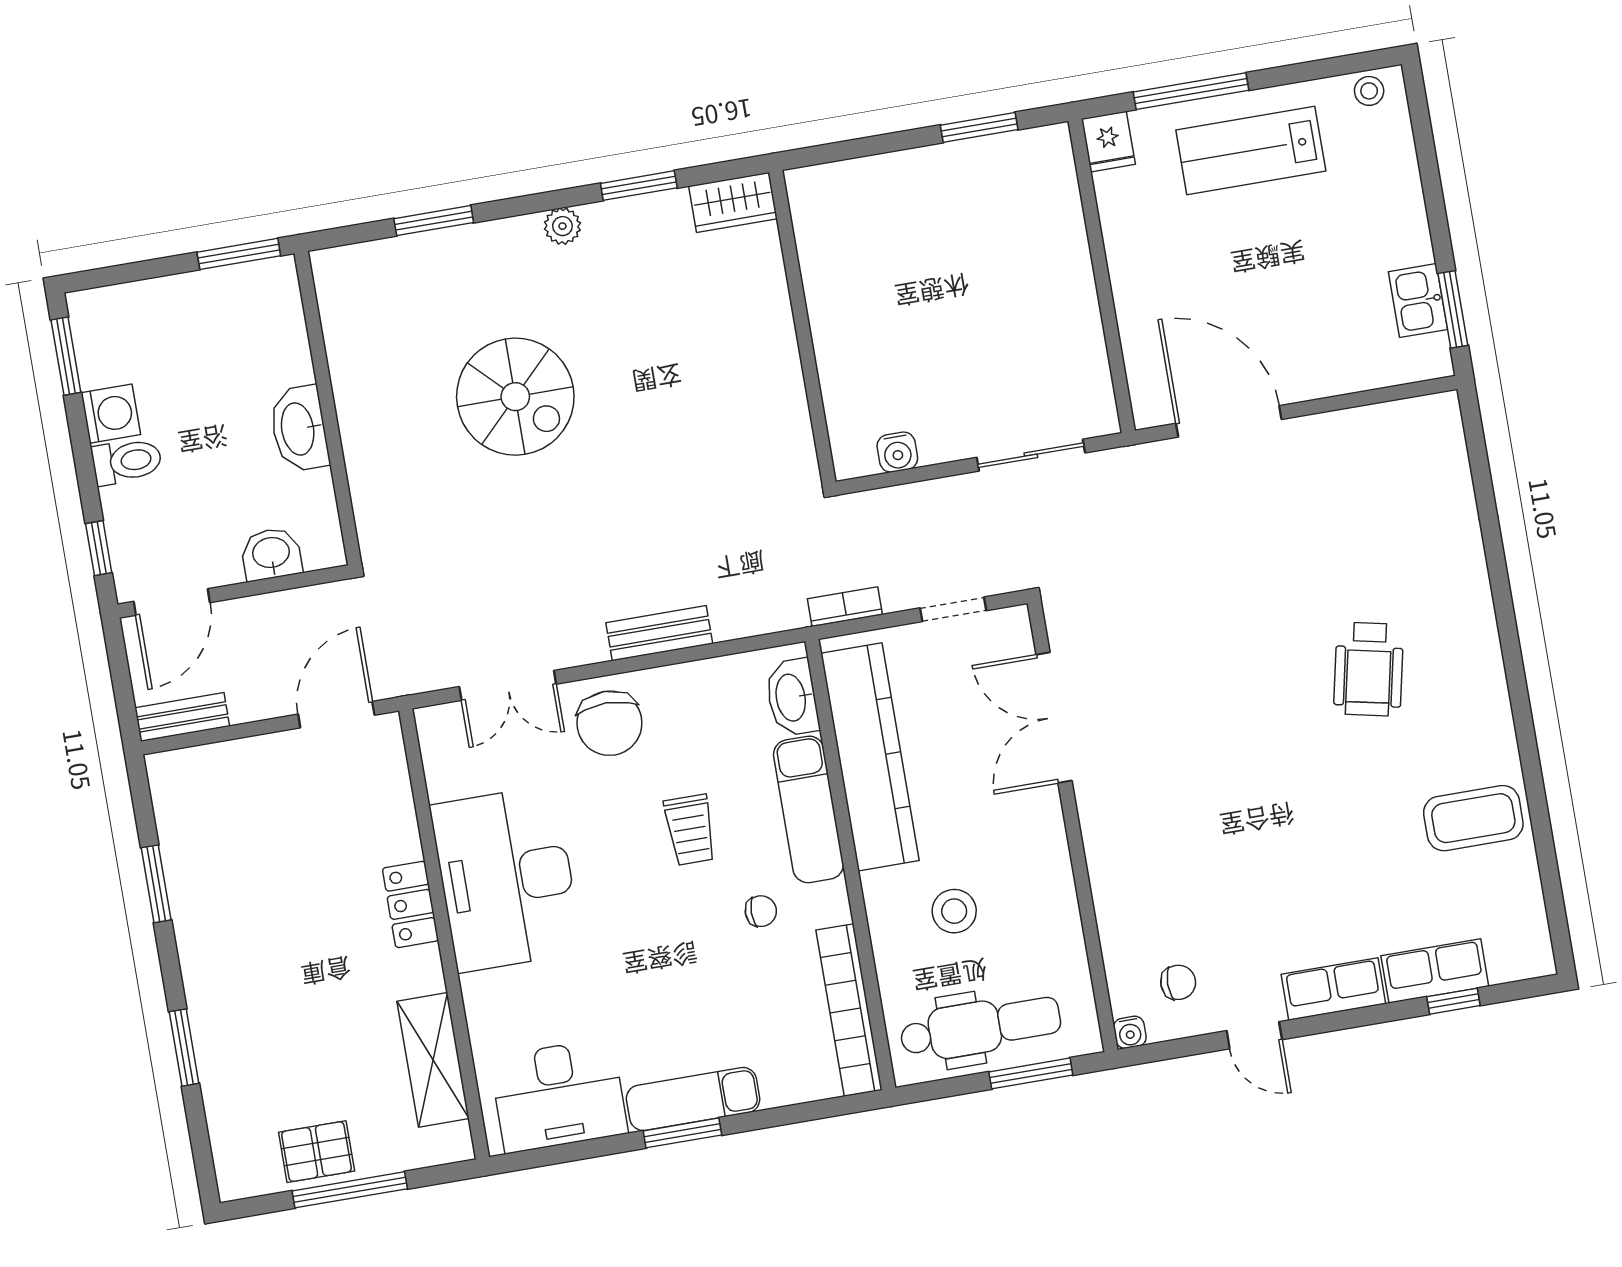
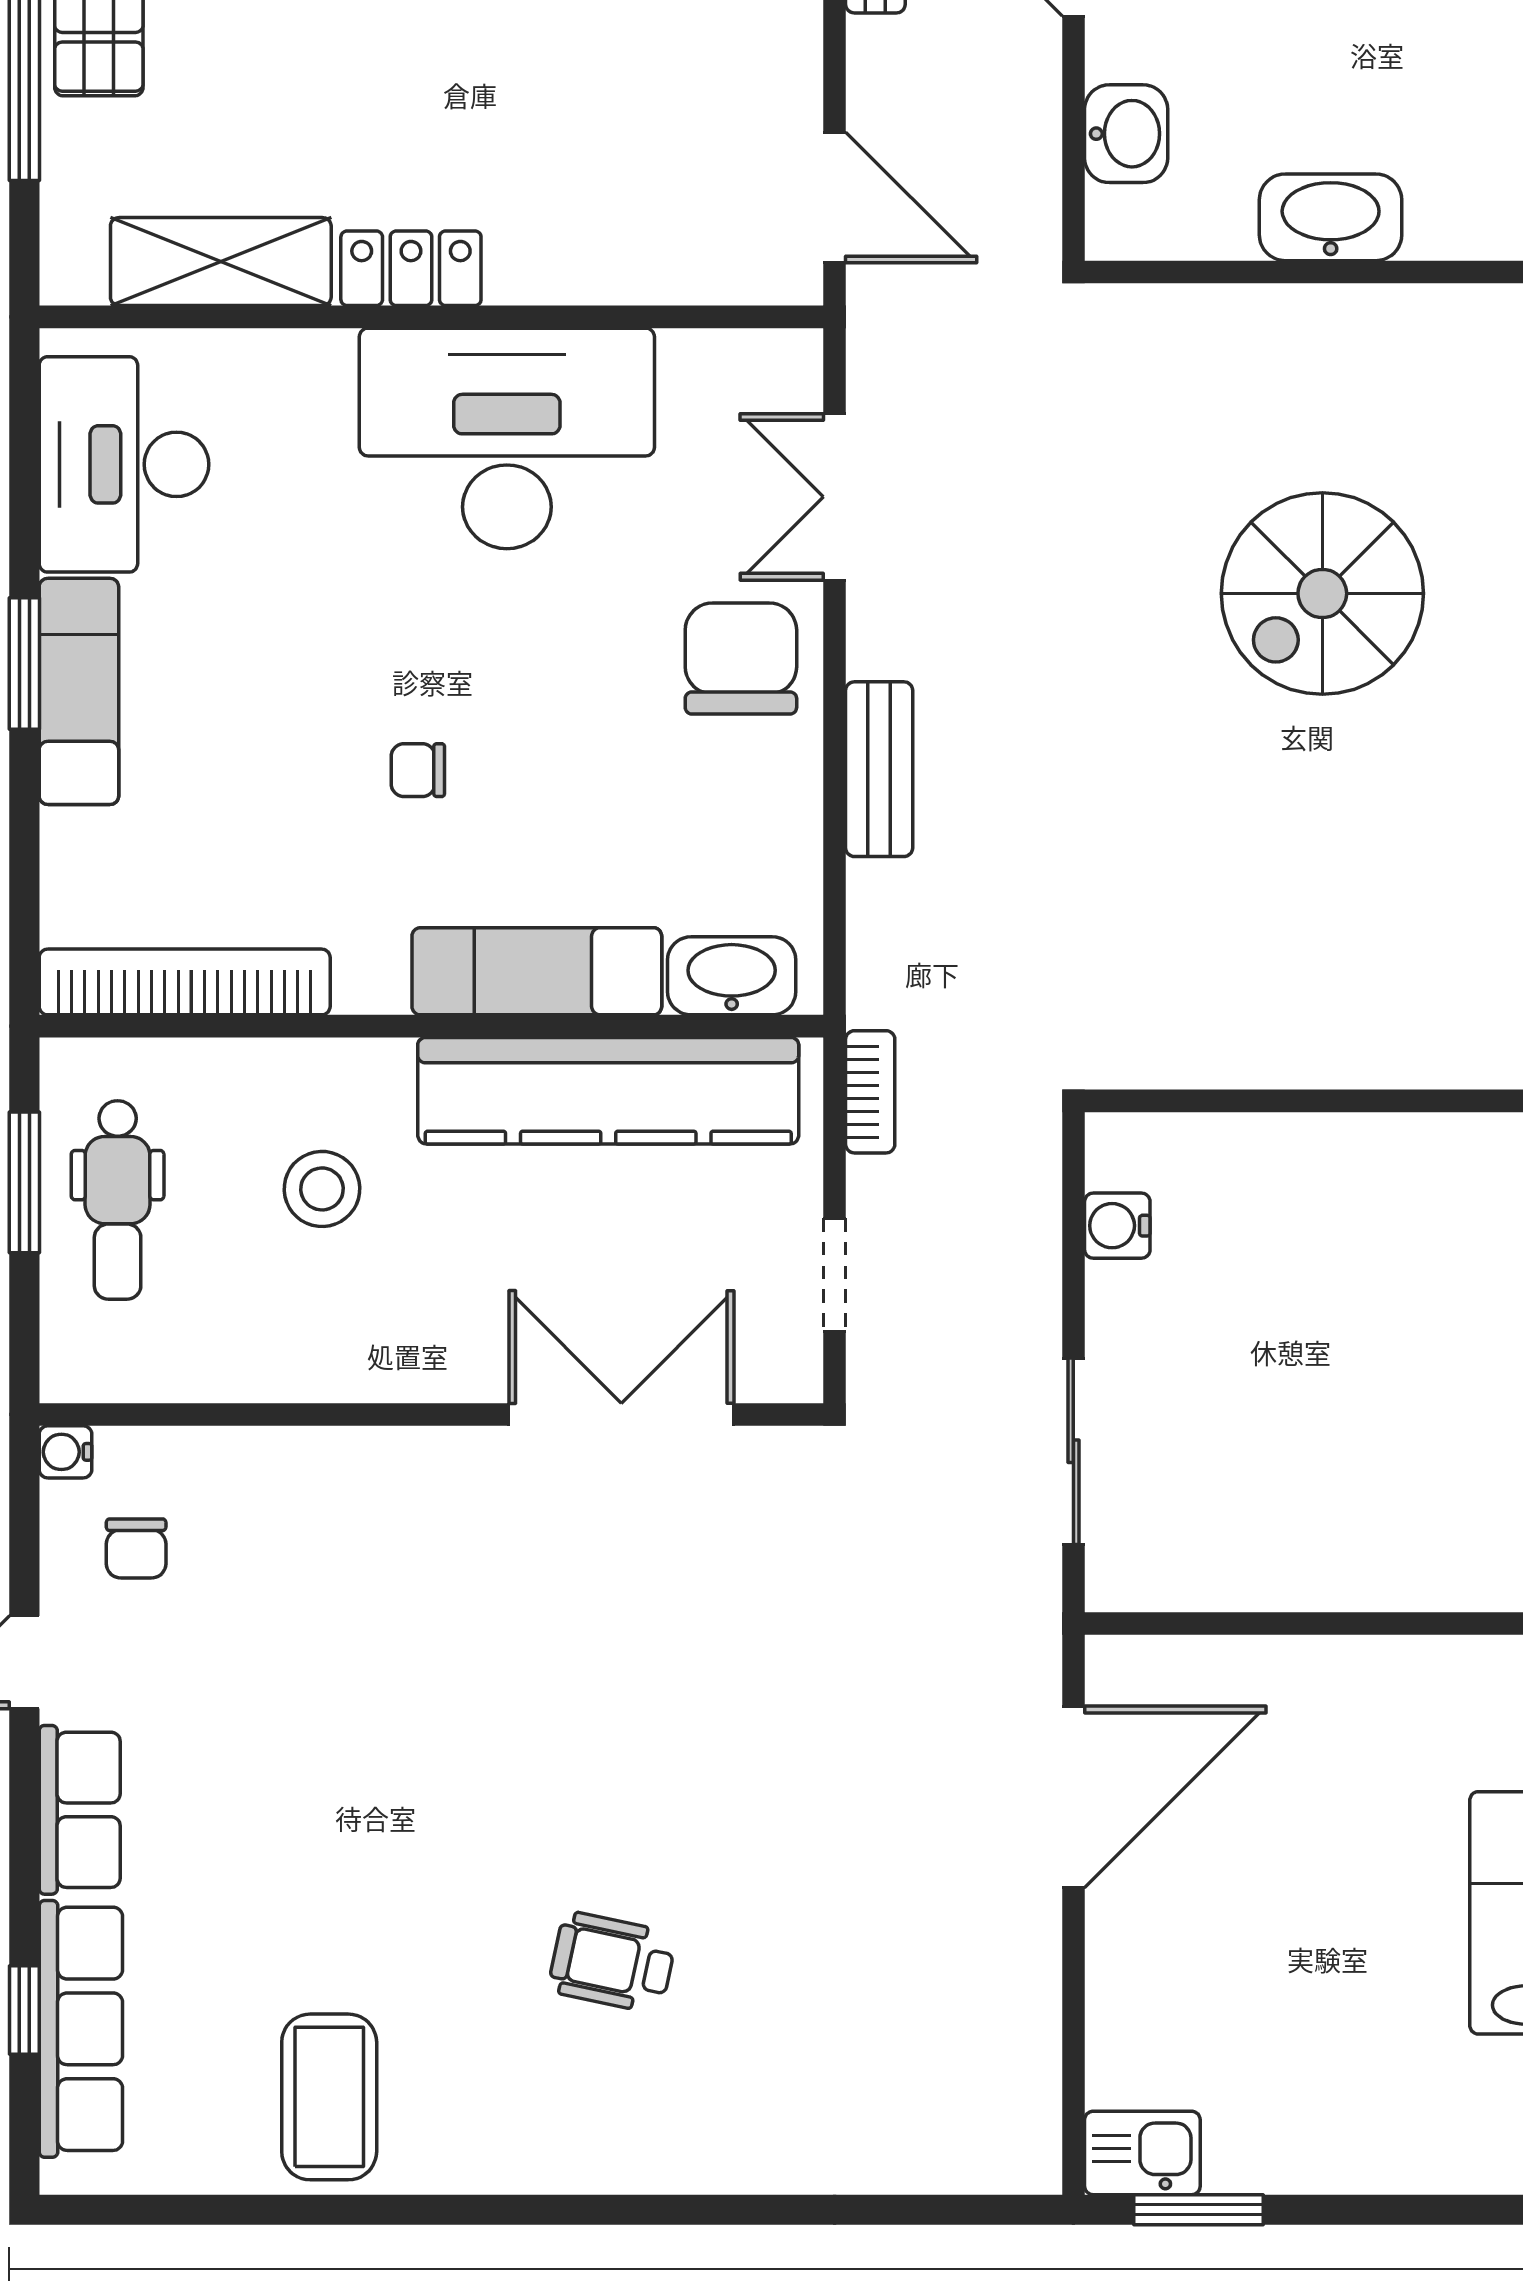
kitchen sink: (1418, 301) -> (1142, 2153), moved
wheelchair: (1369, 669) -> (612, 1962), width x0.73, depth x0.73
chair: (609, 723) -> (741, 658), turned 90
trolley: (690, 830) -> (537, 765), removed
locker: (410, 904) -> (411, 268), moved
chair: (761, 911) -> (418, 770), moved, turned 90
row of seats: (1435, 971) -> (81, 2029), width x1.48
dental chair: (980, 1027) -> (118, 1200), width x0.73, depth x0.72
window: (1031, 1073) -> (24, 1182), moved

